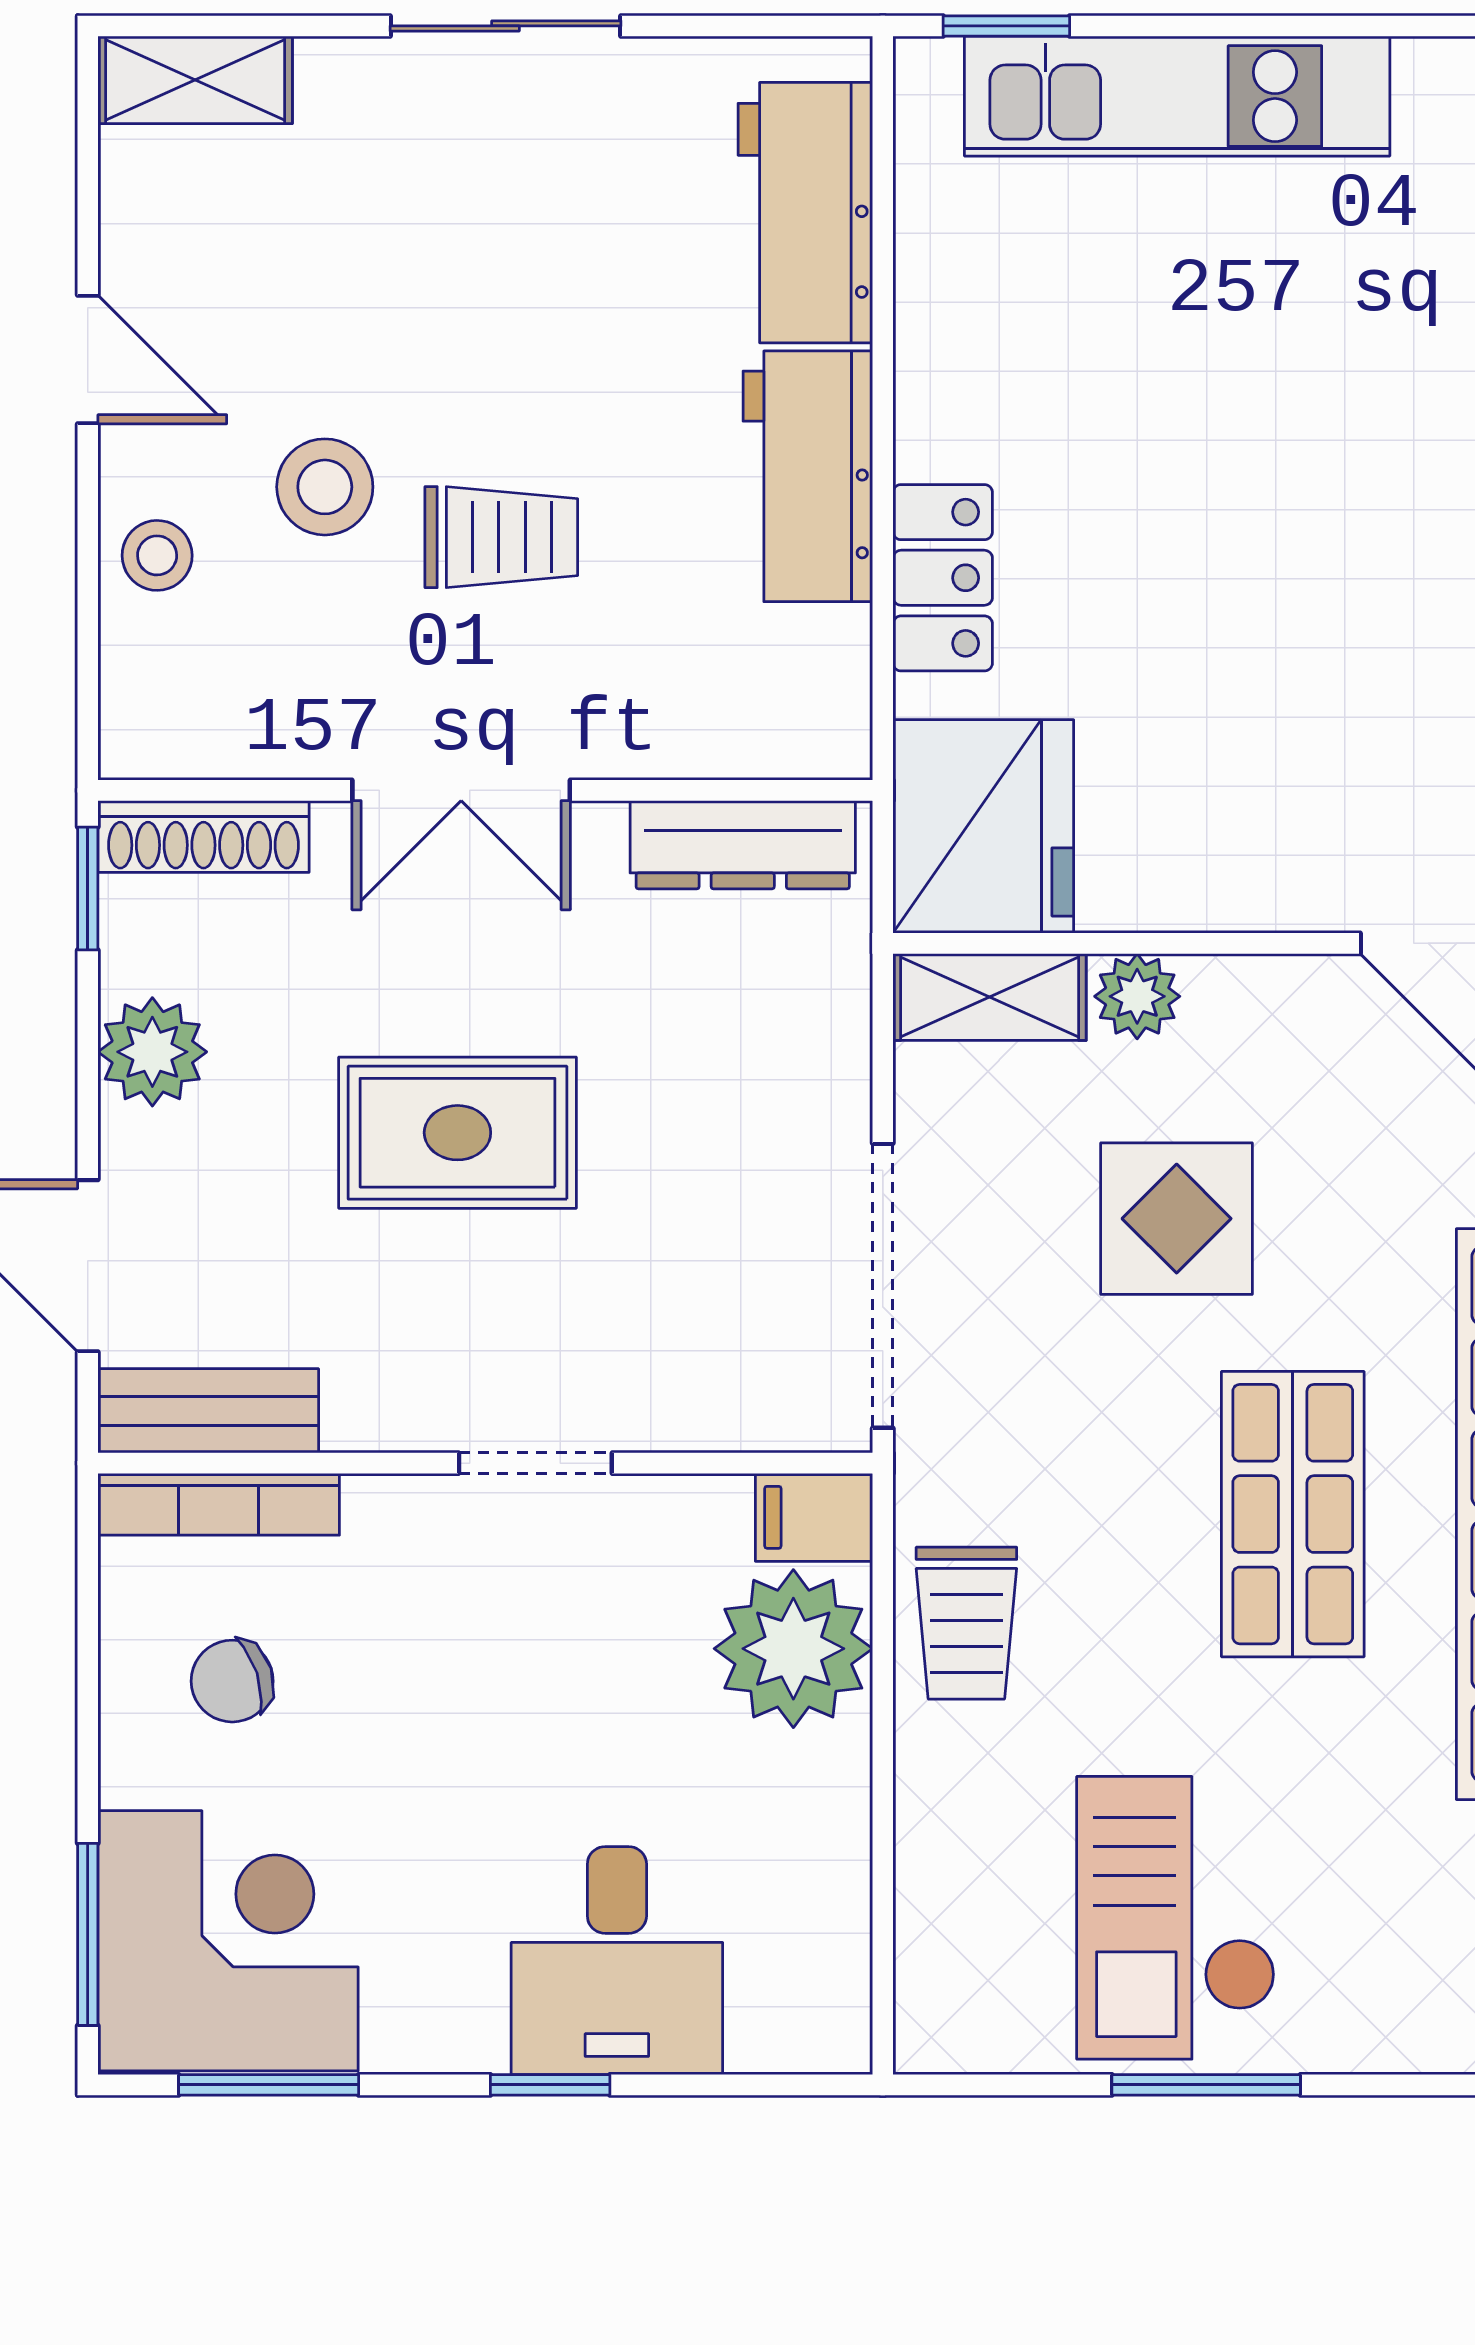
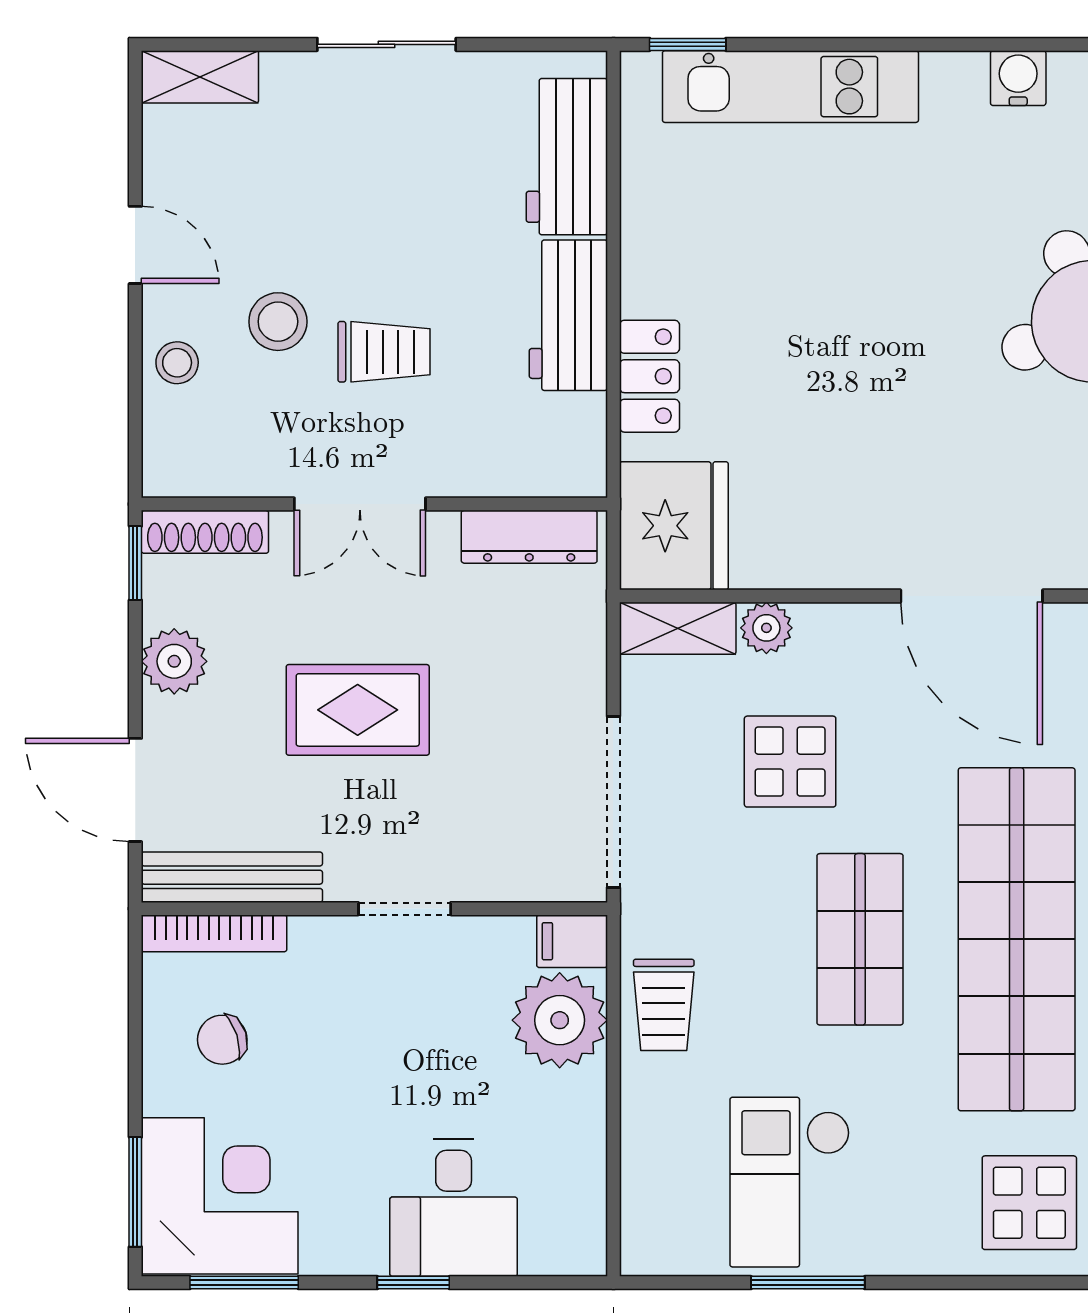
bench: (208, 1411) -> (232, 877), width x1.36

